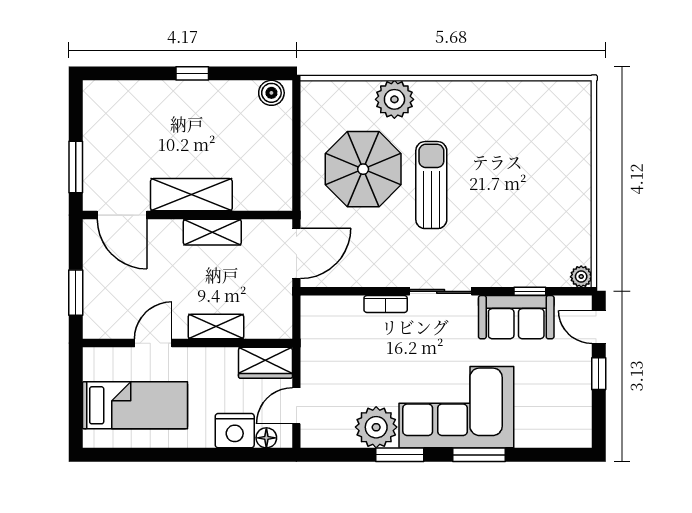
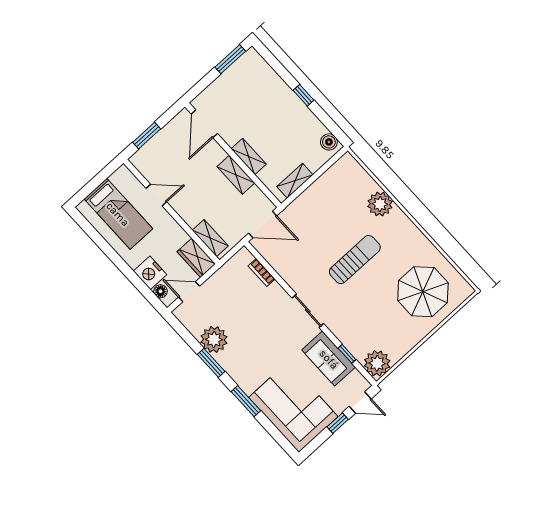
window: (76, 167) -> (230, 59), moved
parasol: (363, 169) -> (423, 292), moved
shelving: (280, 171) -> (295, 181), added
shelving: (191, 195) -> (249, 157), width x0.67, depth x0.75
plant: (581, 277) -> (377, 363), width x1.87, depth x1.87
bookcase: (386, 304) -> (262, 273), moved
shelving: (216, 327) -> (210, 238), moved
door: (599, 327) -> (360, 403), swing flipped
corner sofa: (456, 407) -> (293, 407), moved

